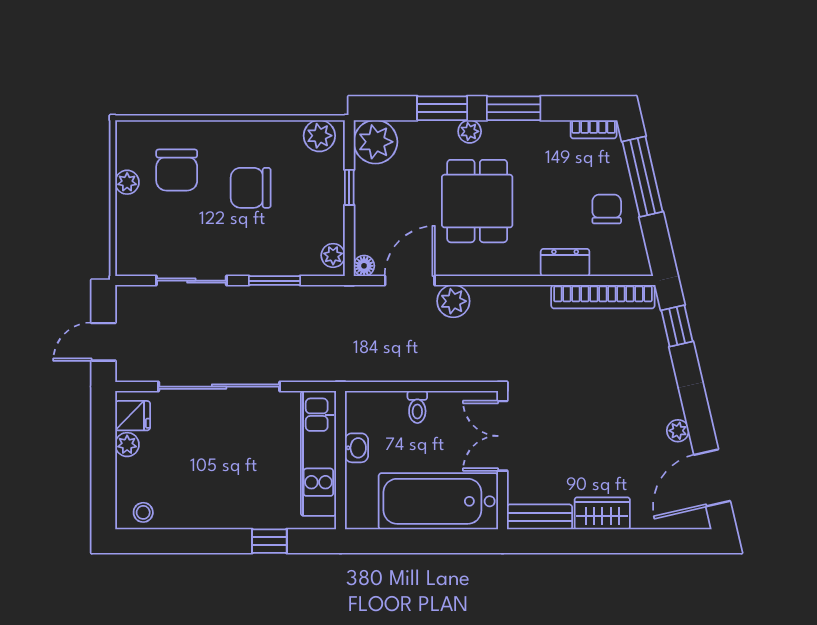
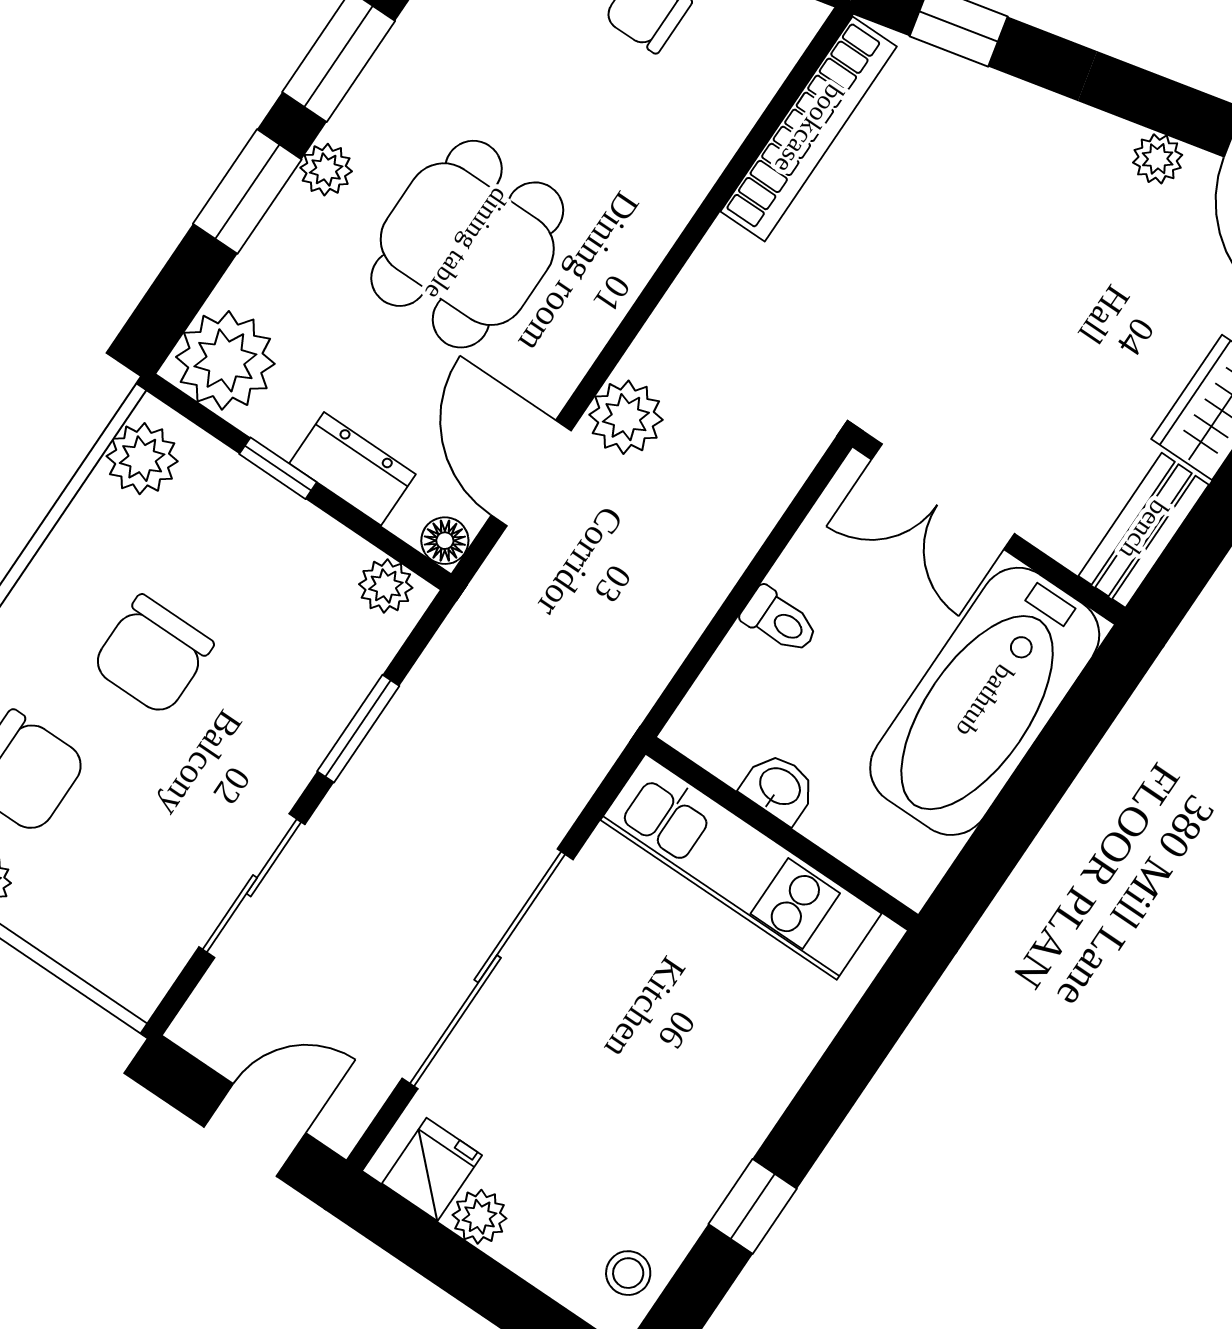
dining table: (477, 201) -> (467, 244), turned 90
dresser: (565, 262) -> (352, 469), moved, turned 90
door: (103, 342) -> (255, 1130), swing flipped
window: (269, 541) -> (753, 1206), moved

